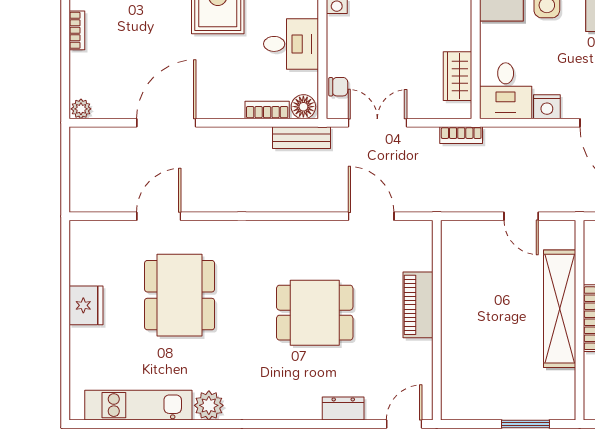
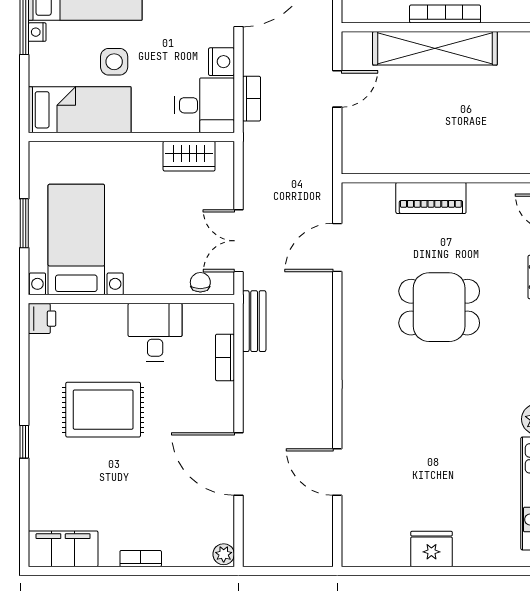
floor lamp: (303, 107) -> (221, 319), removed
bookcase: (461, 135) -> (251, 99), moved
dining table: (180, 295) -> (421, 450), removed
dining table: (315, 313) -> (439, 307), turned 90

